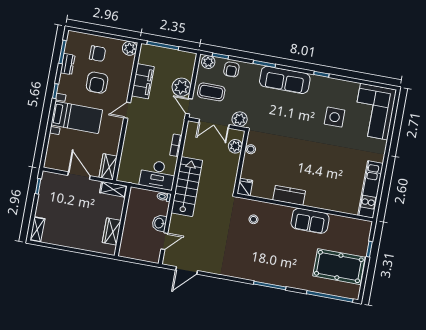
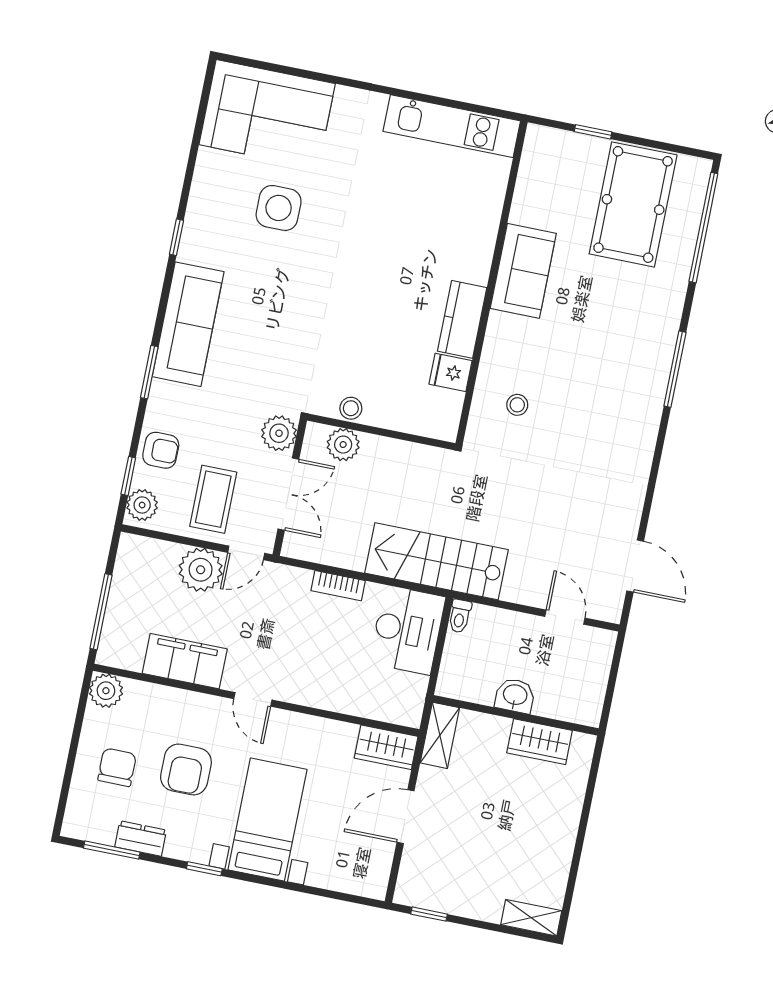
armchair: (97, 83) -> (186, 770), turned 90
fridge: (245, 187) -> (451, 372), moved
washbasin: (159, 223) -> (515, 696), moved, turned 180

